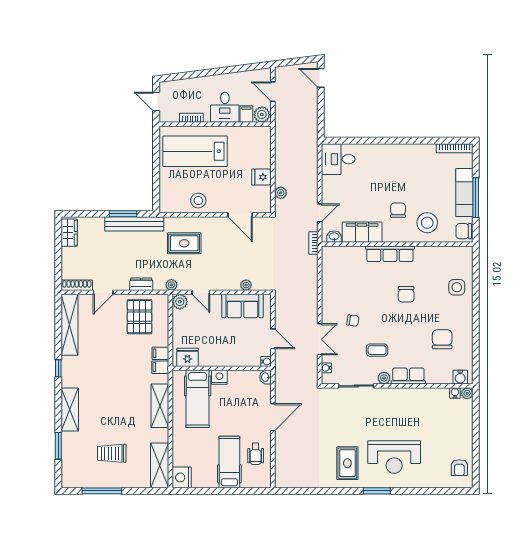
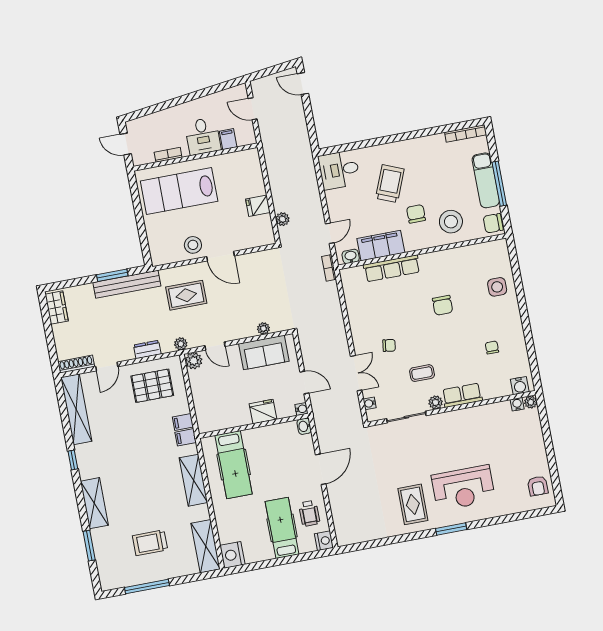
plant: (262, 115) -> (245, 136), removed
trolley: (380, 180) -> (390, 184), added
door: (240, 215) -> (220, 256), moved
row of seats: (390, 254) -> (392, 268), moved
pallet: (140, 317) -> (152, 386), turned 90
chair: (442, 339) -> (492, 347), width x0.54, depth x0.54
fridge: (188, 357) -> (263, 411), moved
nightstand: (219, 377) -> (324, 541), moved, turned 90

